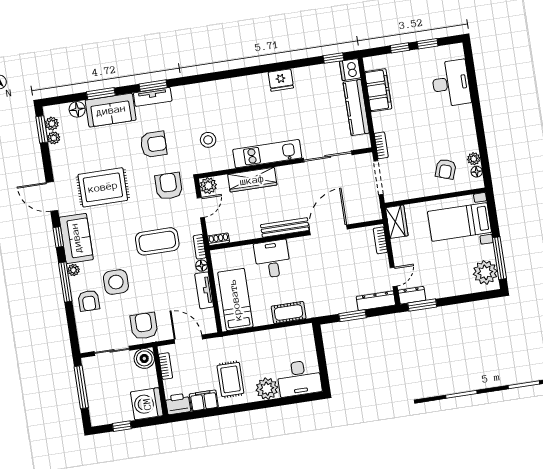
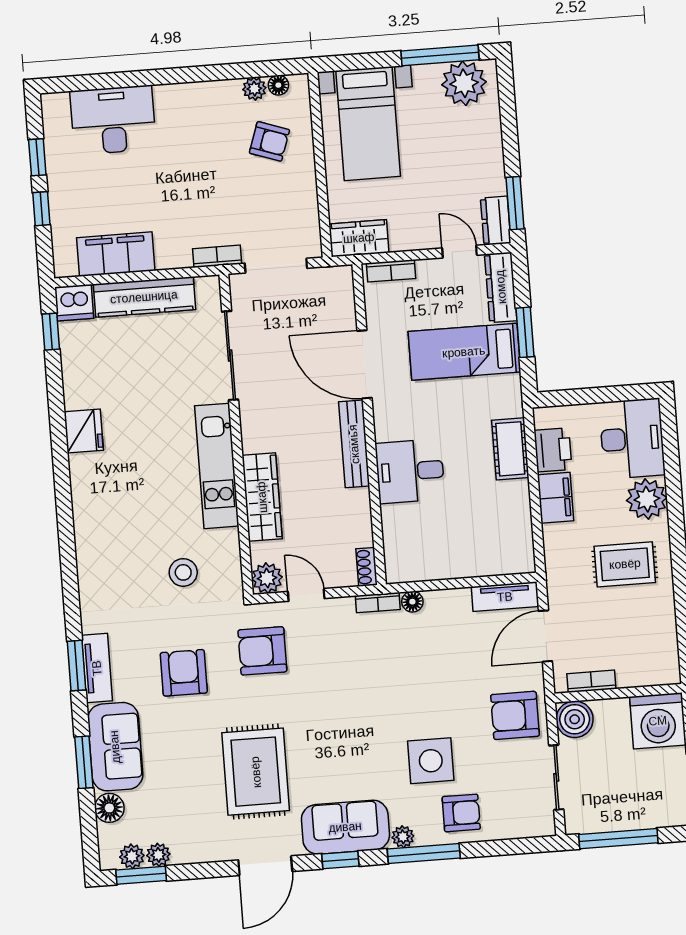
coffee table: (157, 241) -> (362, 679), removed
tv unit: (204, 290) -> (505, 597), moved
bed: (235, 300) -> (464, 352), moved
filing cabinet: (204, 401) -> (556, 498), moved, turned 180
printer: (178, 404) -> (553, 450), moved, turned 180

